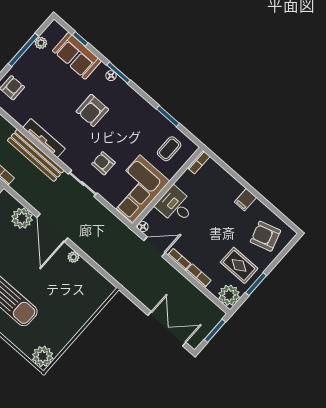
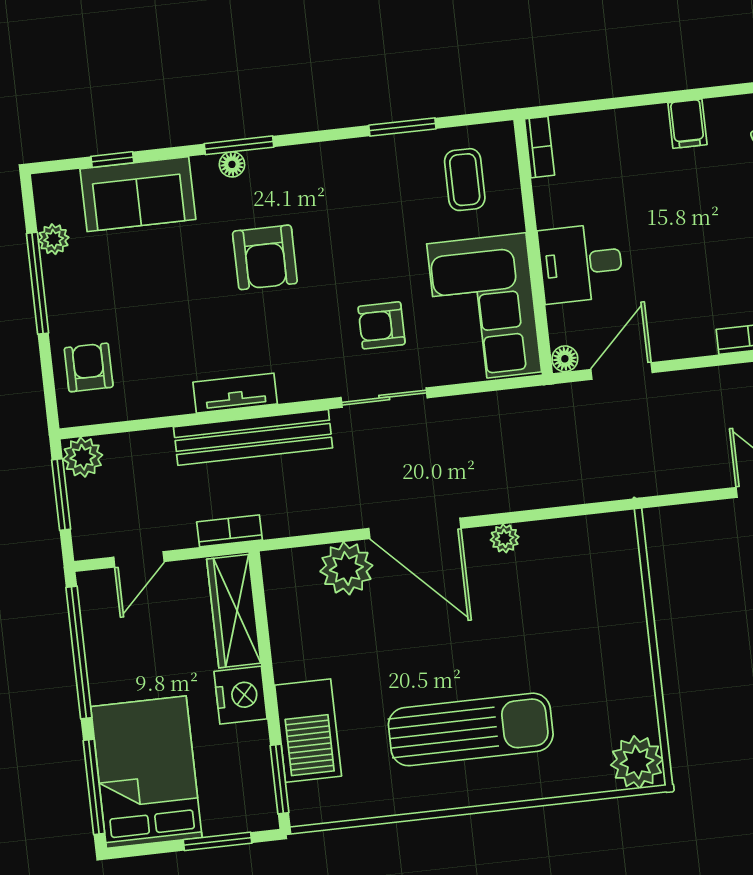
tv unit: (44, 138) -> (235, 393), width x0.71
bookcase: (179, 259) -> (686, 346), removed

